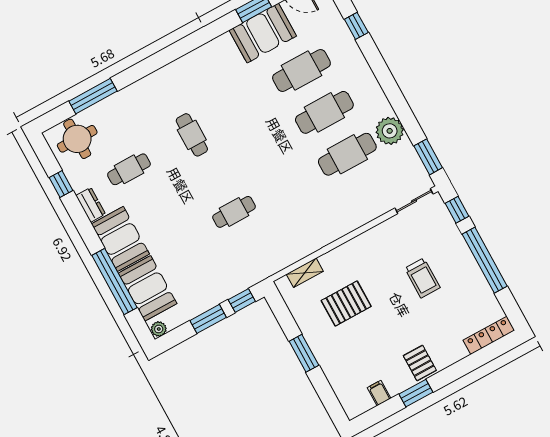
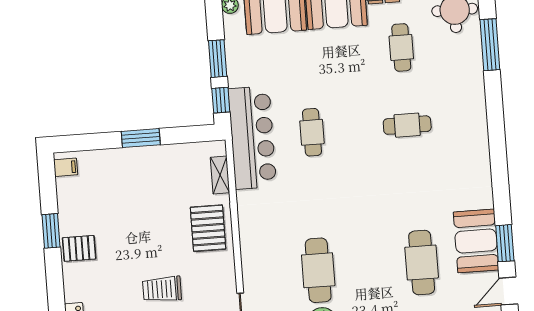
cafe table: (324, 112) -> (370, 266), removed
bar counter: (261, 260) -> (252, 138), added
pallet: (346, 303) -> (208, 228), moved
filing cabinet: (379, 393) -> (66, 167), moved

